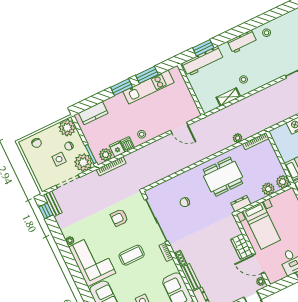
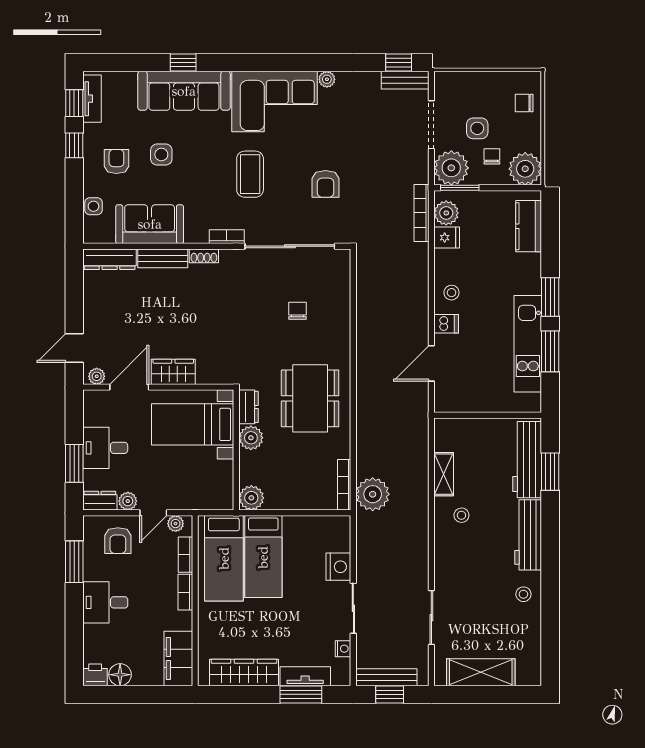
workbench: (242, 42) -> (528, 535), width x1.37
plant: (238, 138) -> (373, 494), moved, width x1.88, depth x1.88
dishwasher: (127, 144) -> (446, 324), moved
plant: (268, 189) -> (251, 438), moved
armchair: (119, 218) -> (325, 184), turned 180

